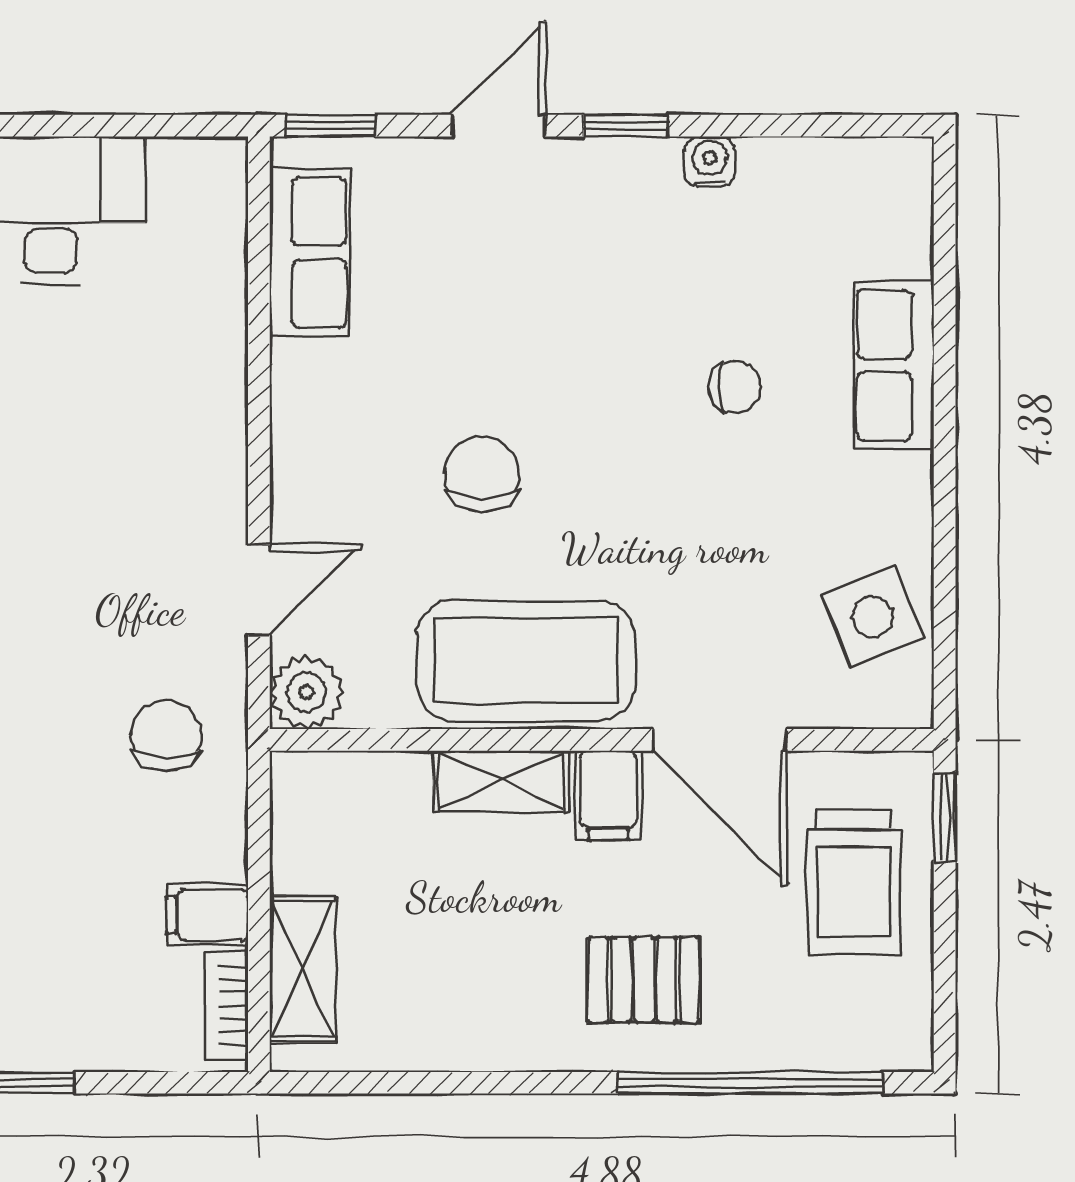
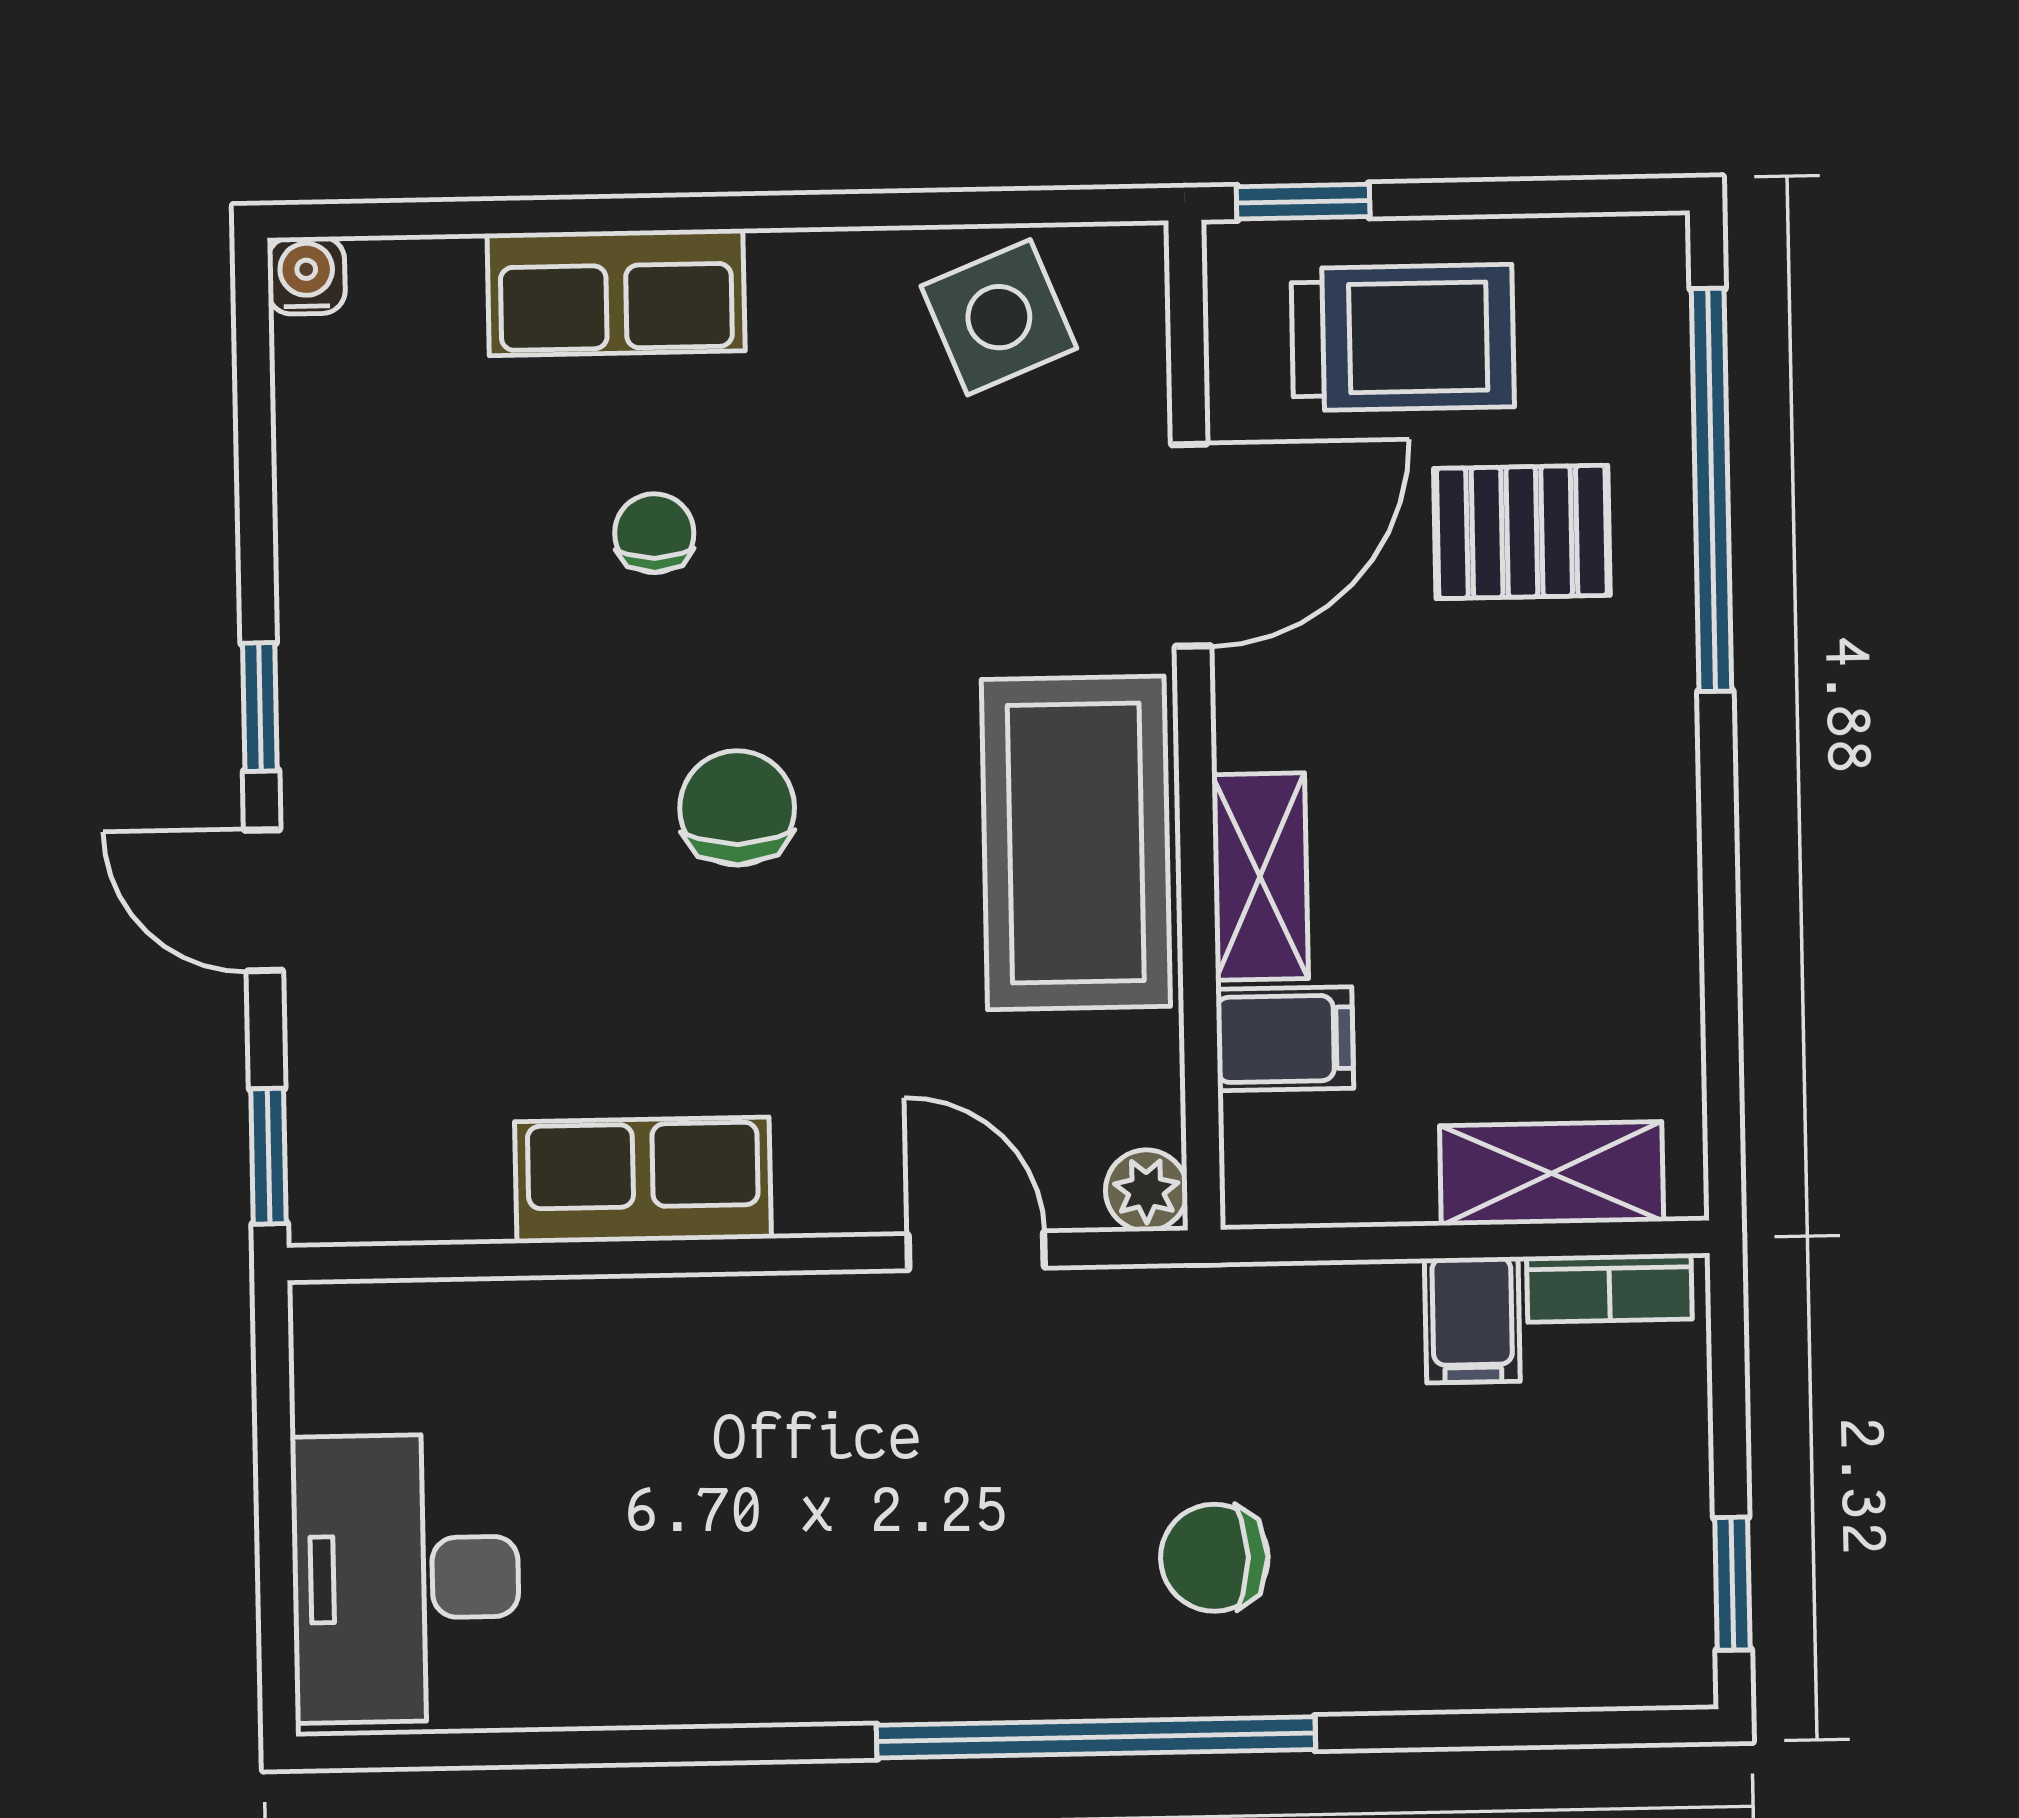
water cooler: (710, 162) -> (306, 275), moved, turned 90
row of seats: (310, 252) -> (643, 1180), moved
chair: (482, 474) -> (737, 808), moved, turned 90
plant: (307, 692) -> (1146, 1190), width x0.73, depth x0.73
chair: (166, 735) -> (1214, 1558), moved
filing cabinet: (608, 795) -> (1285, 1039), moved
pallet: (644, 980) -> (1522, 532), moved, turned 90

